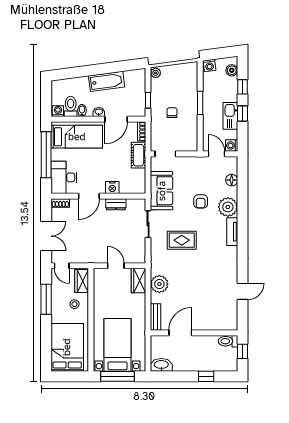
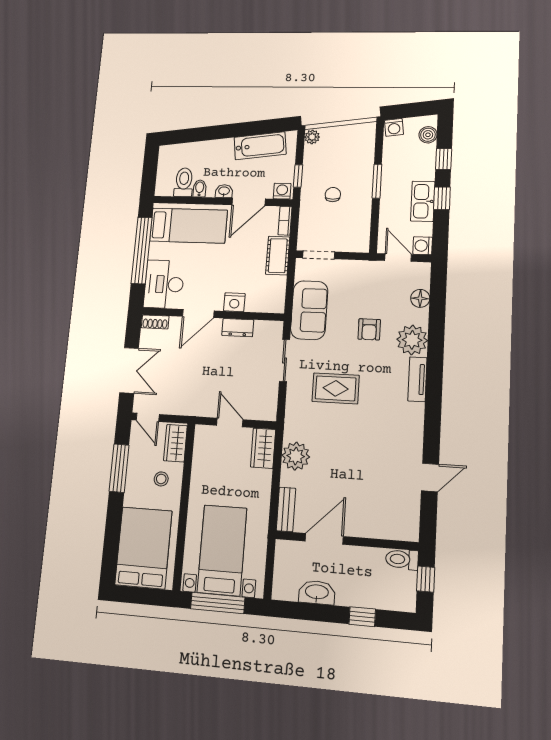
bathtub: (107, 81) -> (260, 146), moved
washing machine: (58, 111) -> (282, 191), moved
washbasin: (161, 365) -> (317, 592), moved

